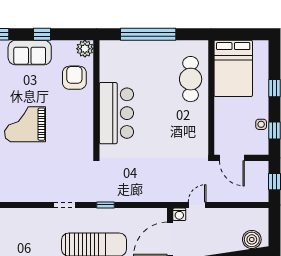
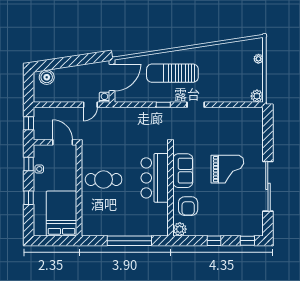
sofa: (30, 53) -> (183, 171), moved, turned 90
cafe table: (191, 79) -> (104, 179), moved, turned 90

